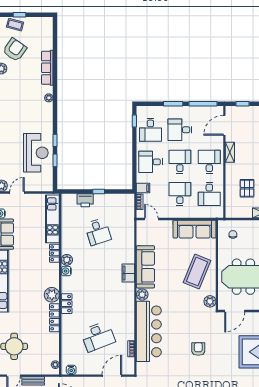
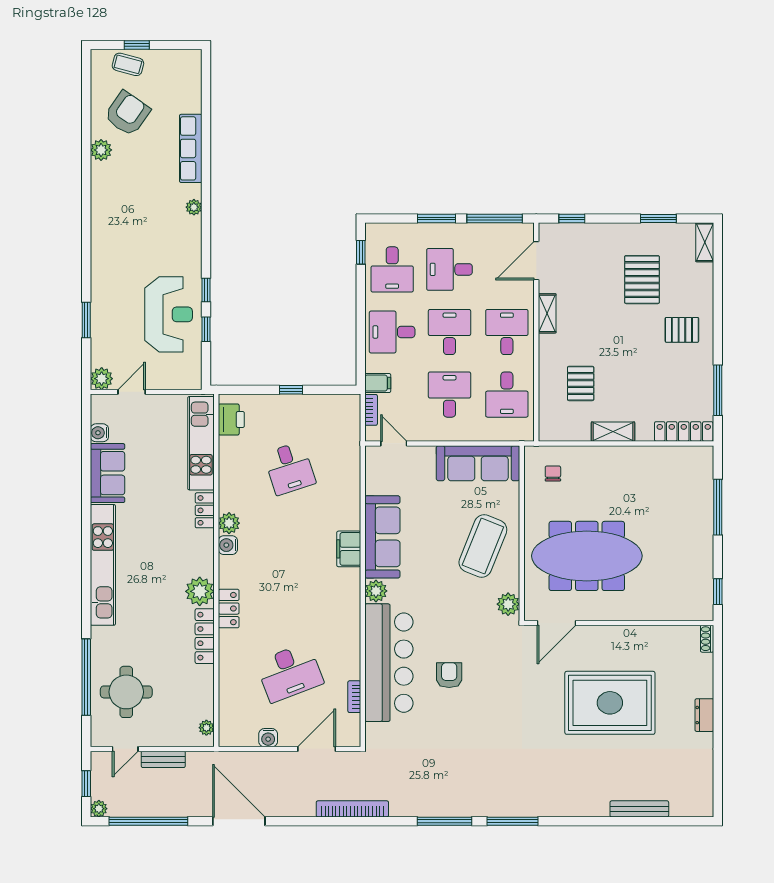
printer: (85, 200) -> (231, 420), moved, turned -90
armchair: (198, 349) -> (449, 675), moved
water cooler: (71, 370) -> (268, 738), moved

